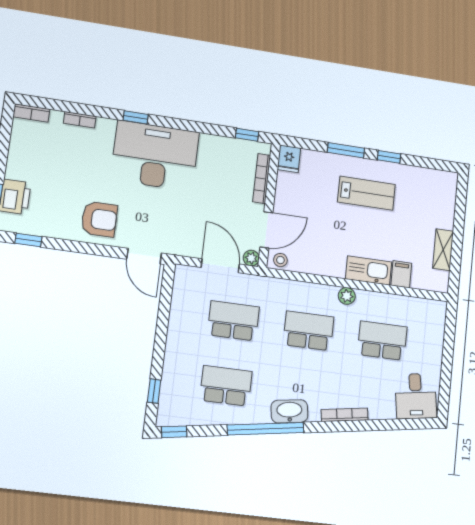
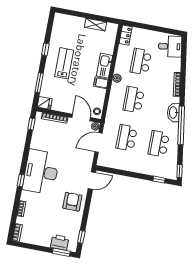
window: (346, 150) -> (39, 83), moved
filing cabinet: (401, 274) -> (101, 83), moved
locker: (429, 308) -> (126, 35), added

